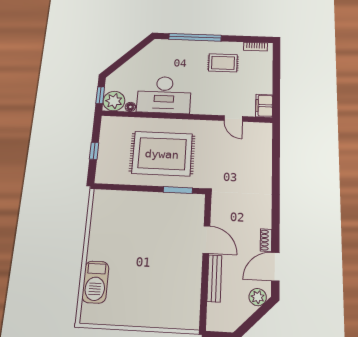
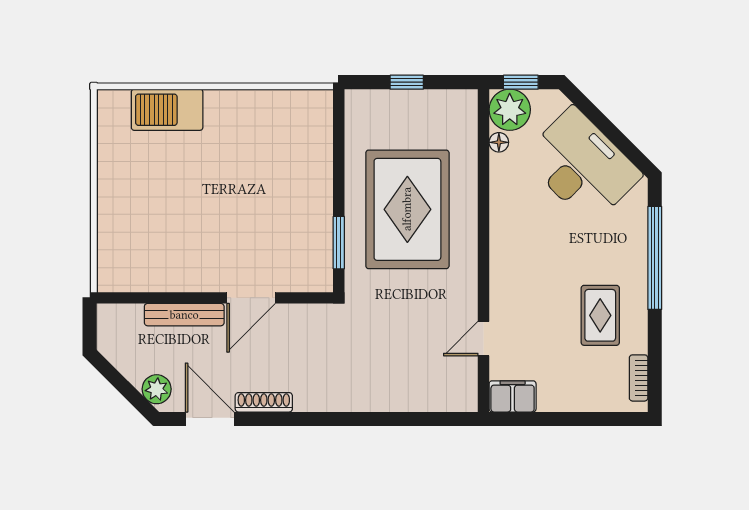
desk: (164, 95) -> (582, 166), moved, turned 135
shoe rack: (266, 240) -> (264, 402), width x1.43

